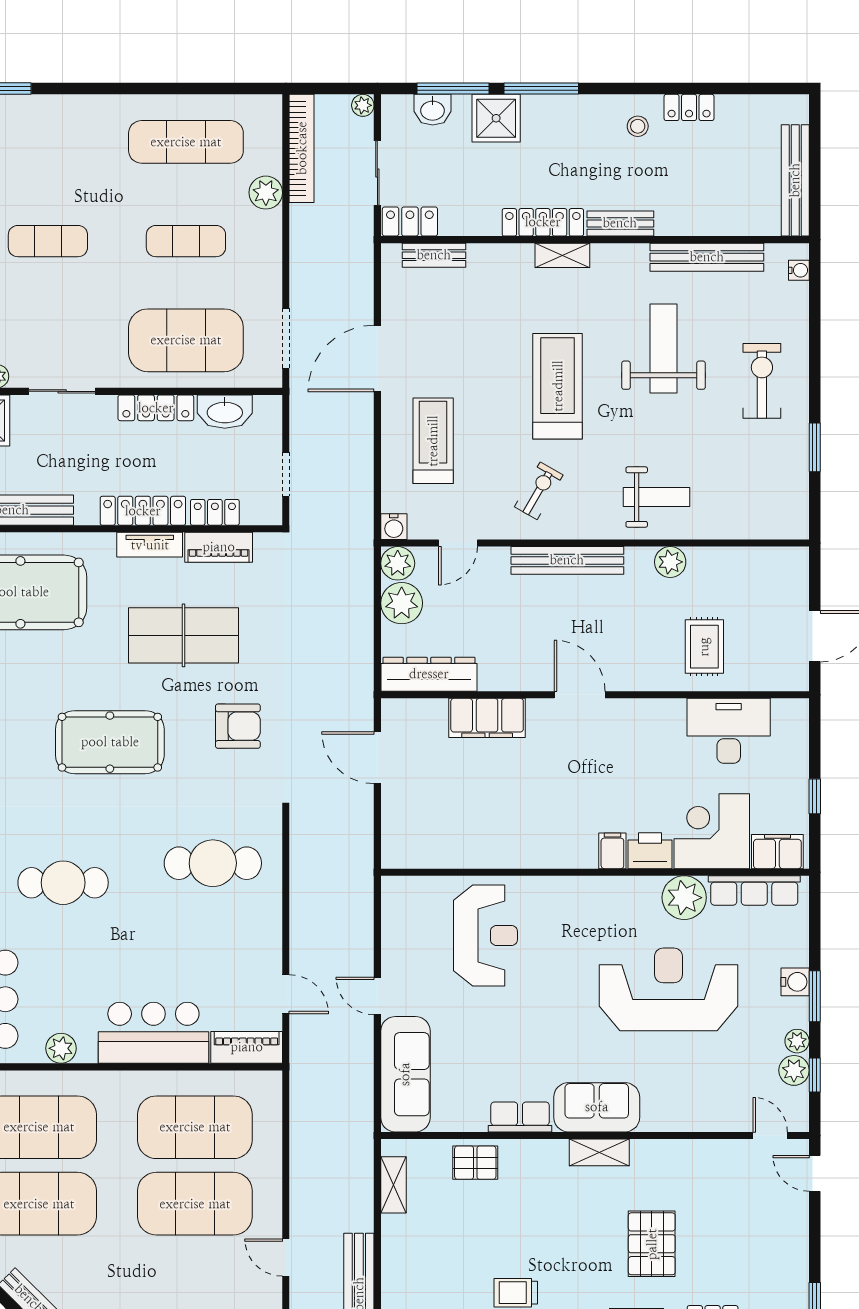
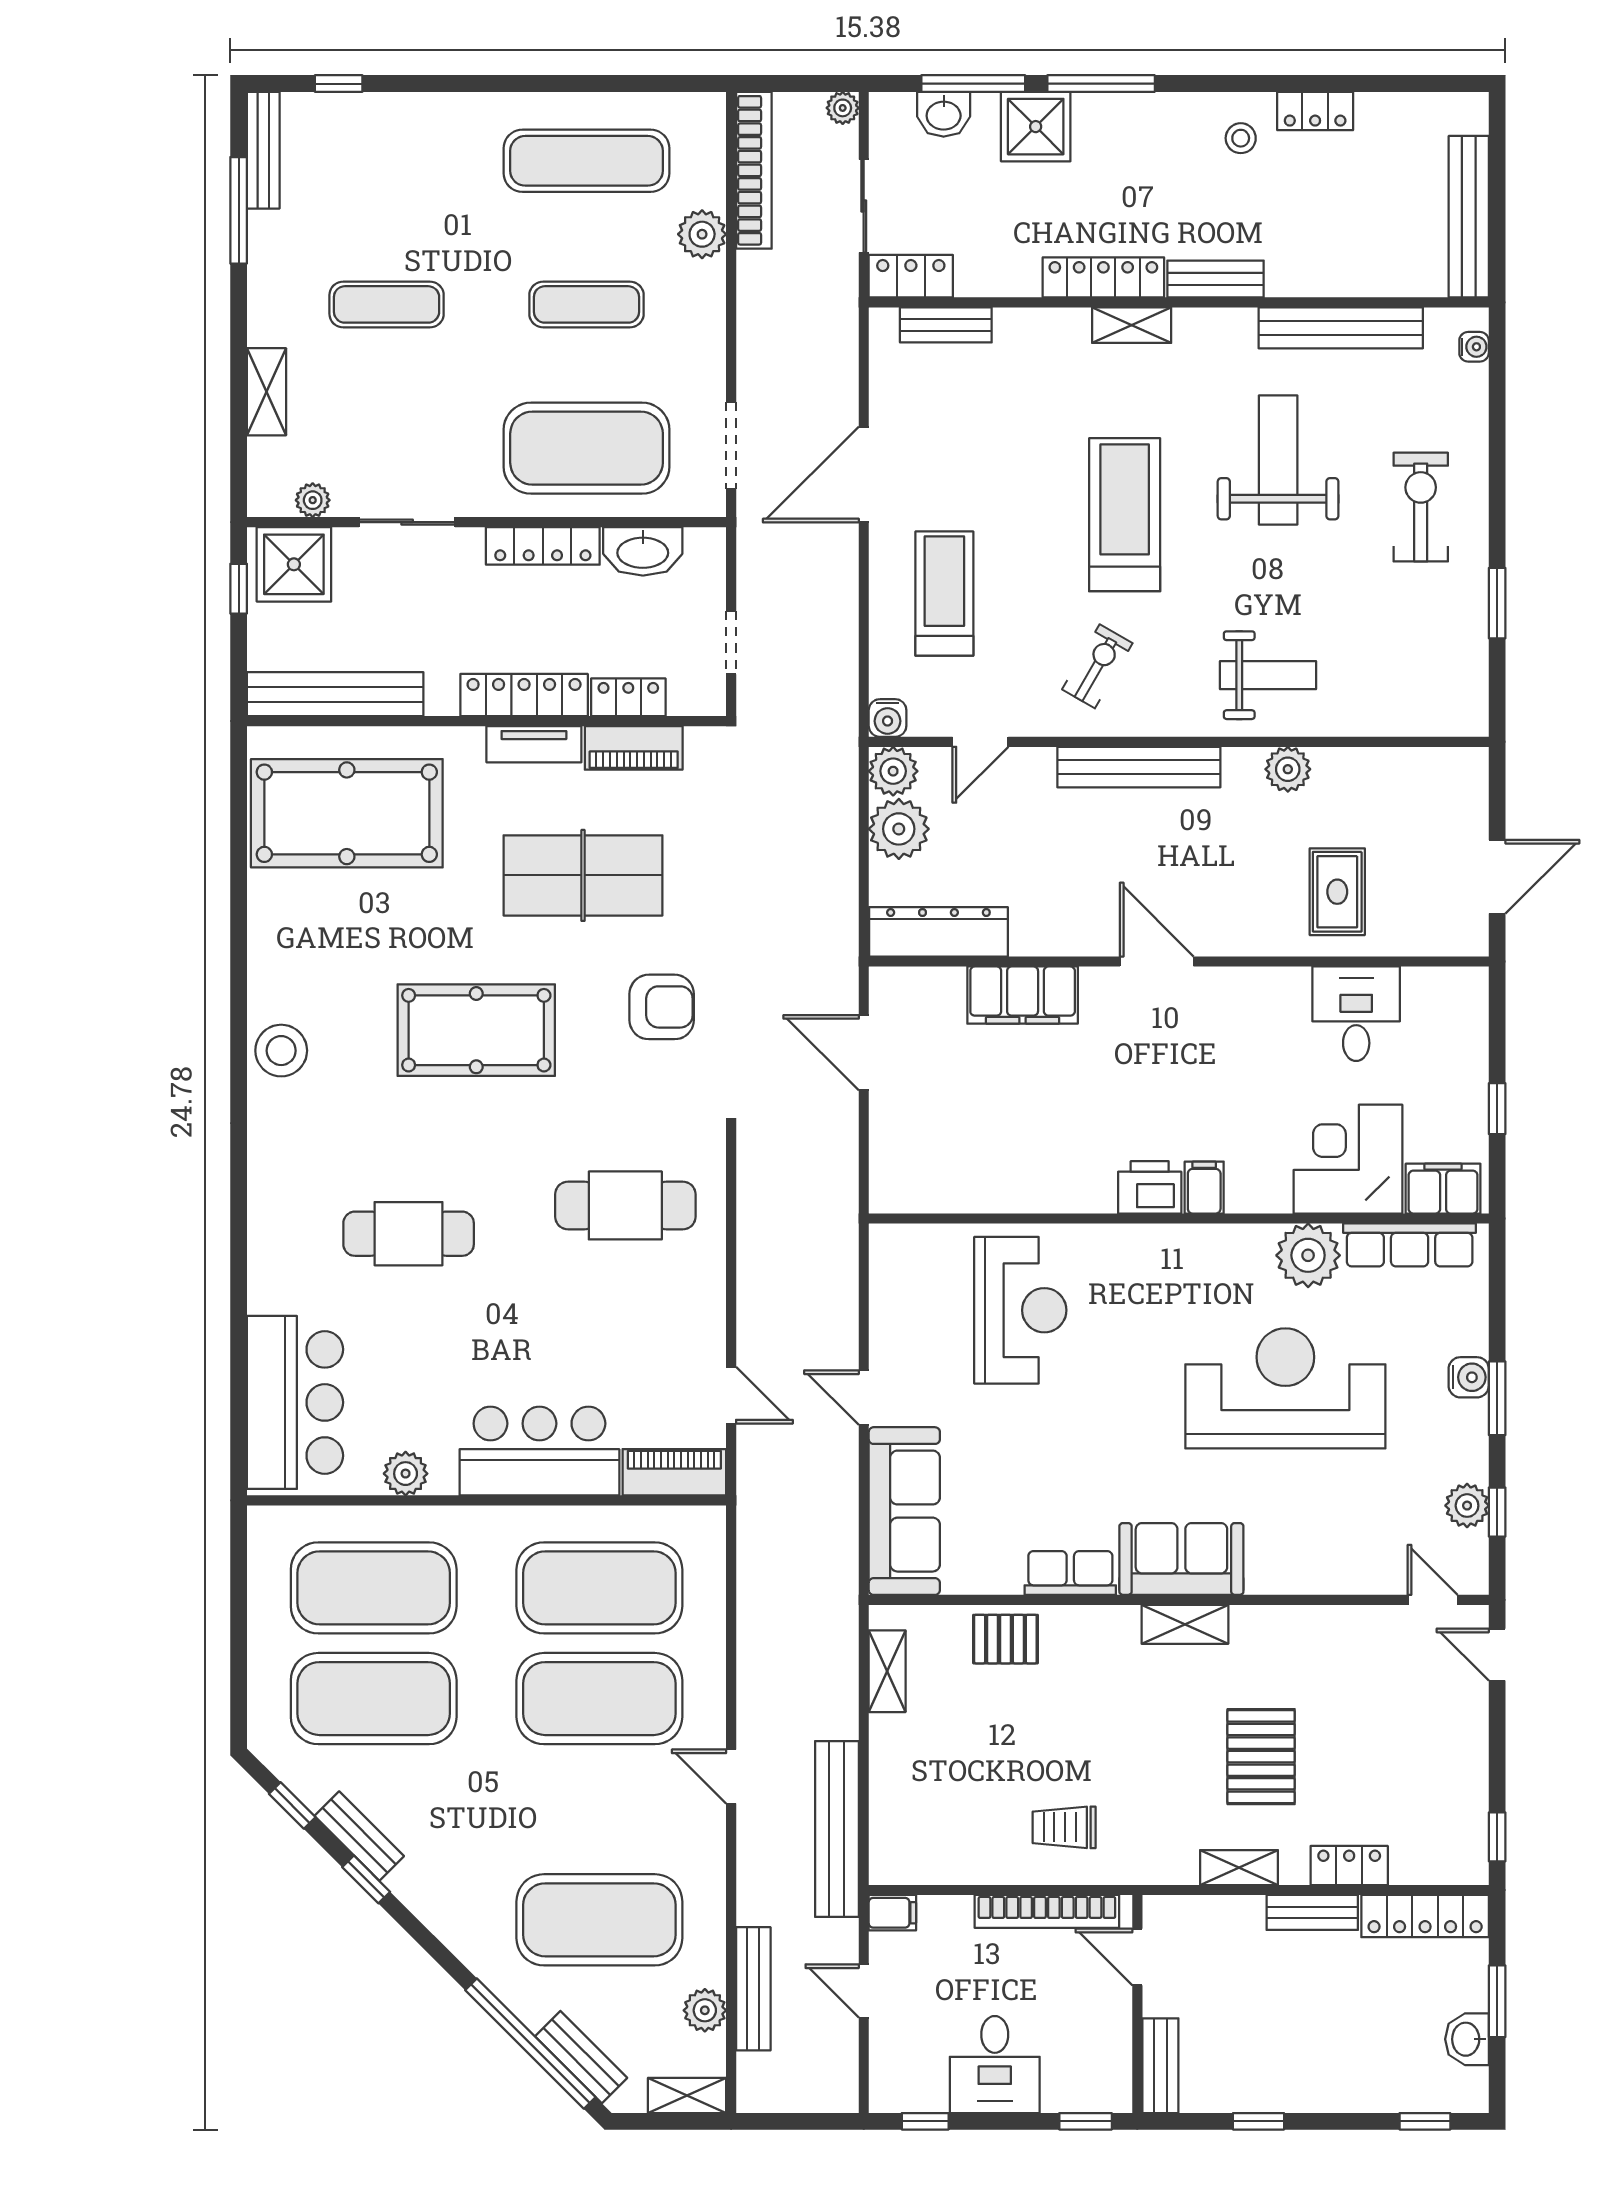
desk: (729, 731) -> (1356, 1014), width x0.73
printer: (650, 851) -> (1150, 1187), moved
plant: (797, 1041) -> (1472, 1463), removed

